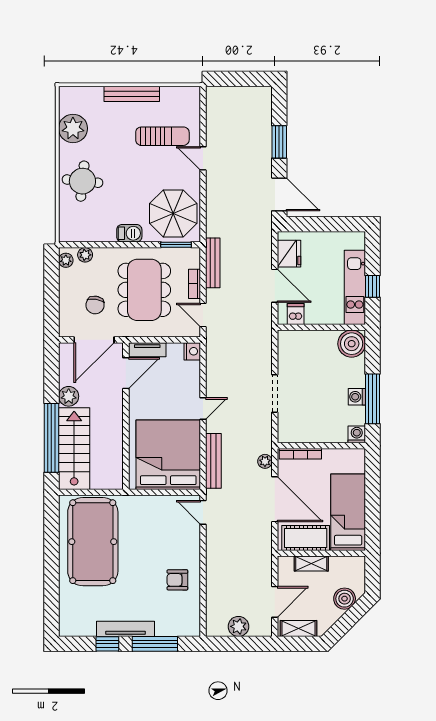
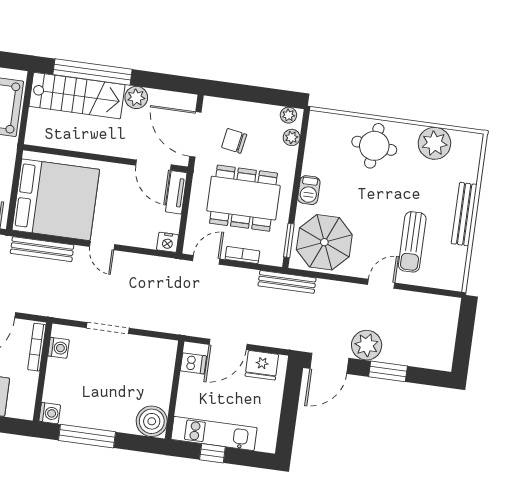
bench: (213, 263) -> (287, 282), moved
washing machine: (357, 397) -> (59, 348), moved, turned 90
plant: (265, 461) -> (367, 345), moved, width x1.87, depth x1.87

